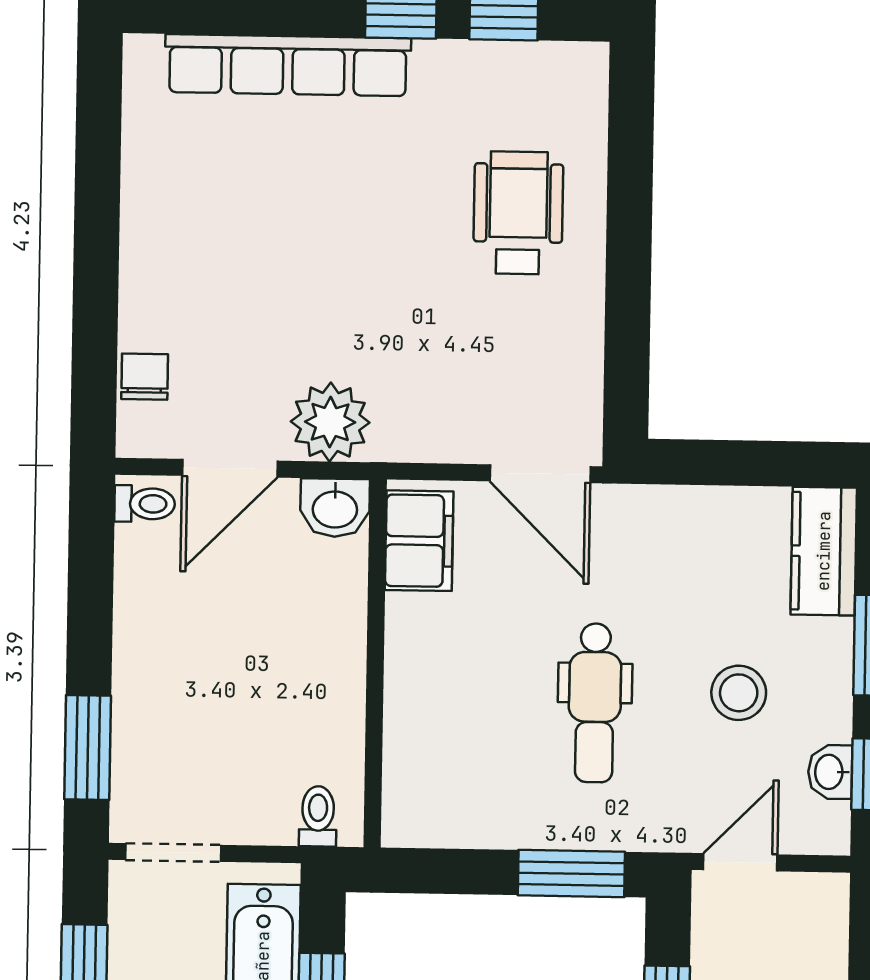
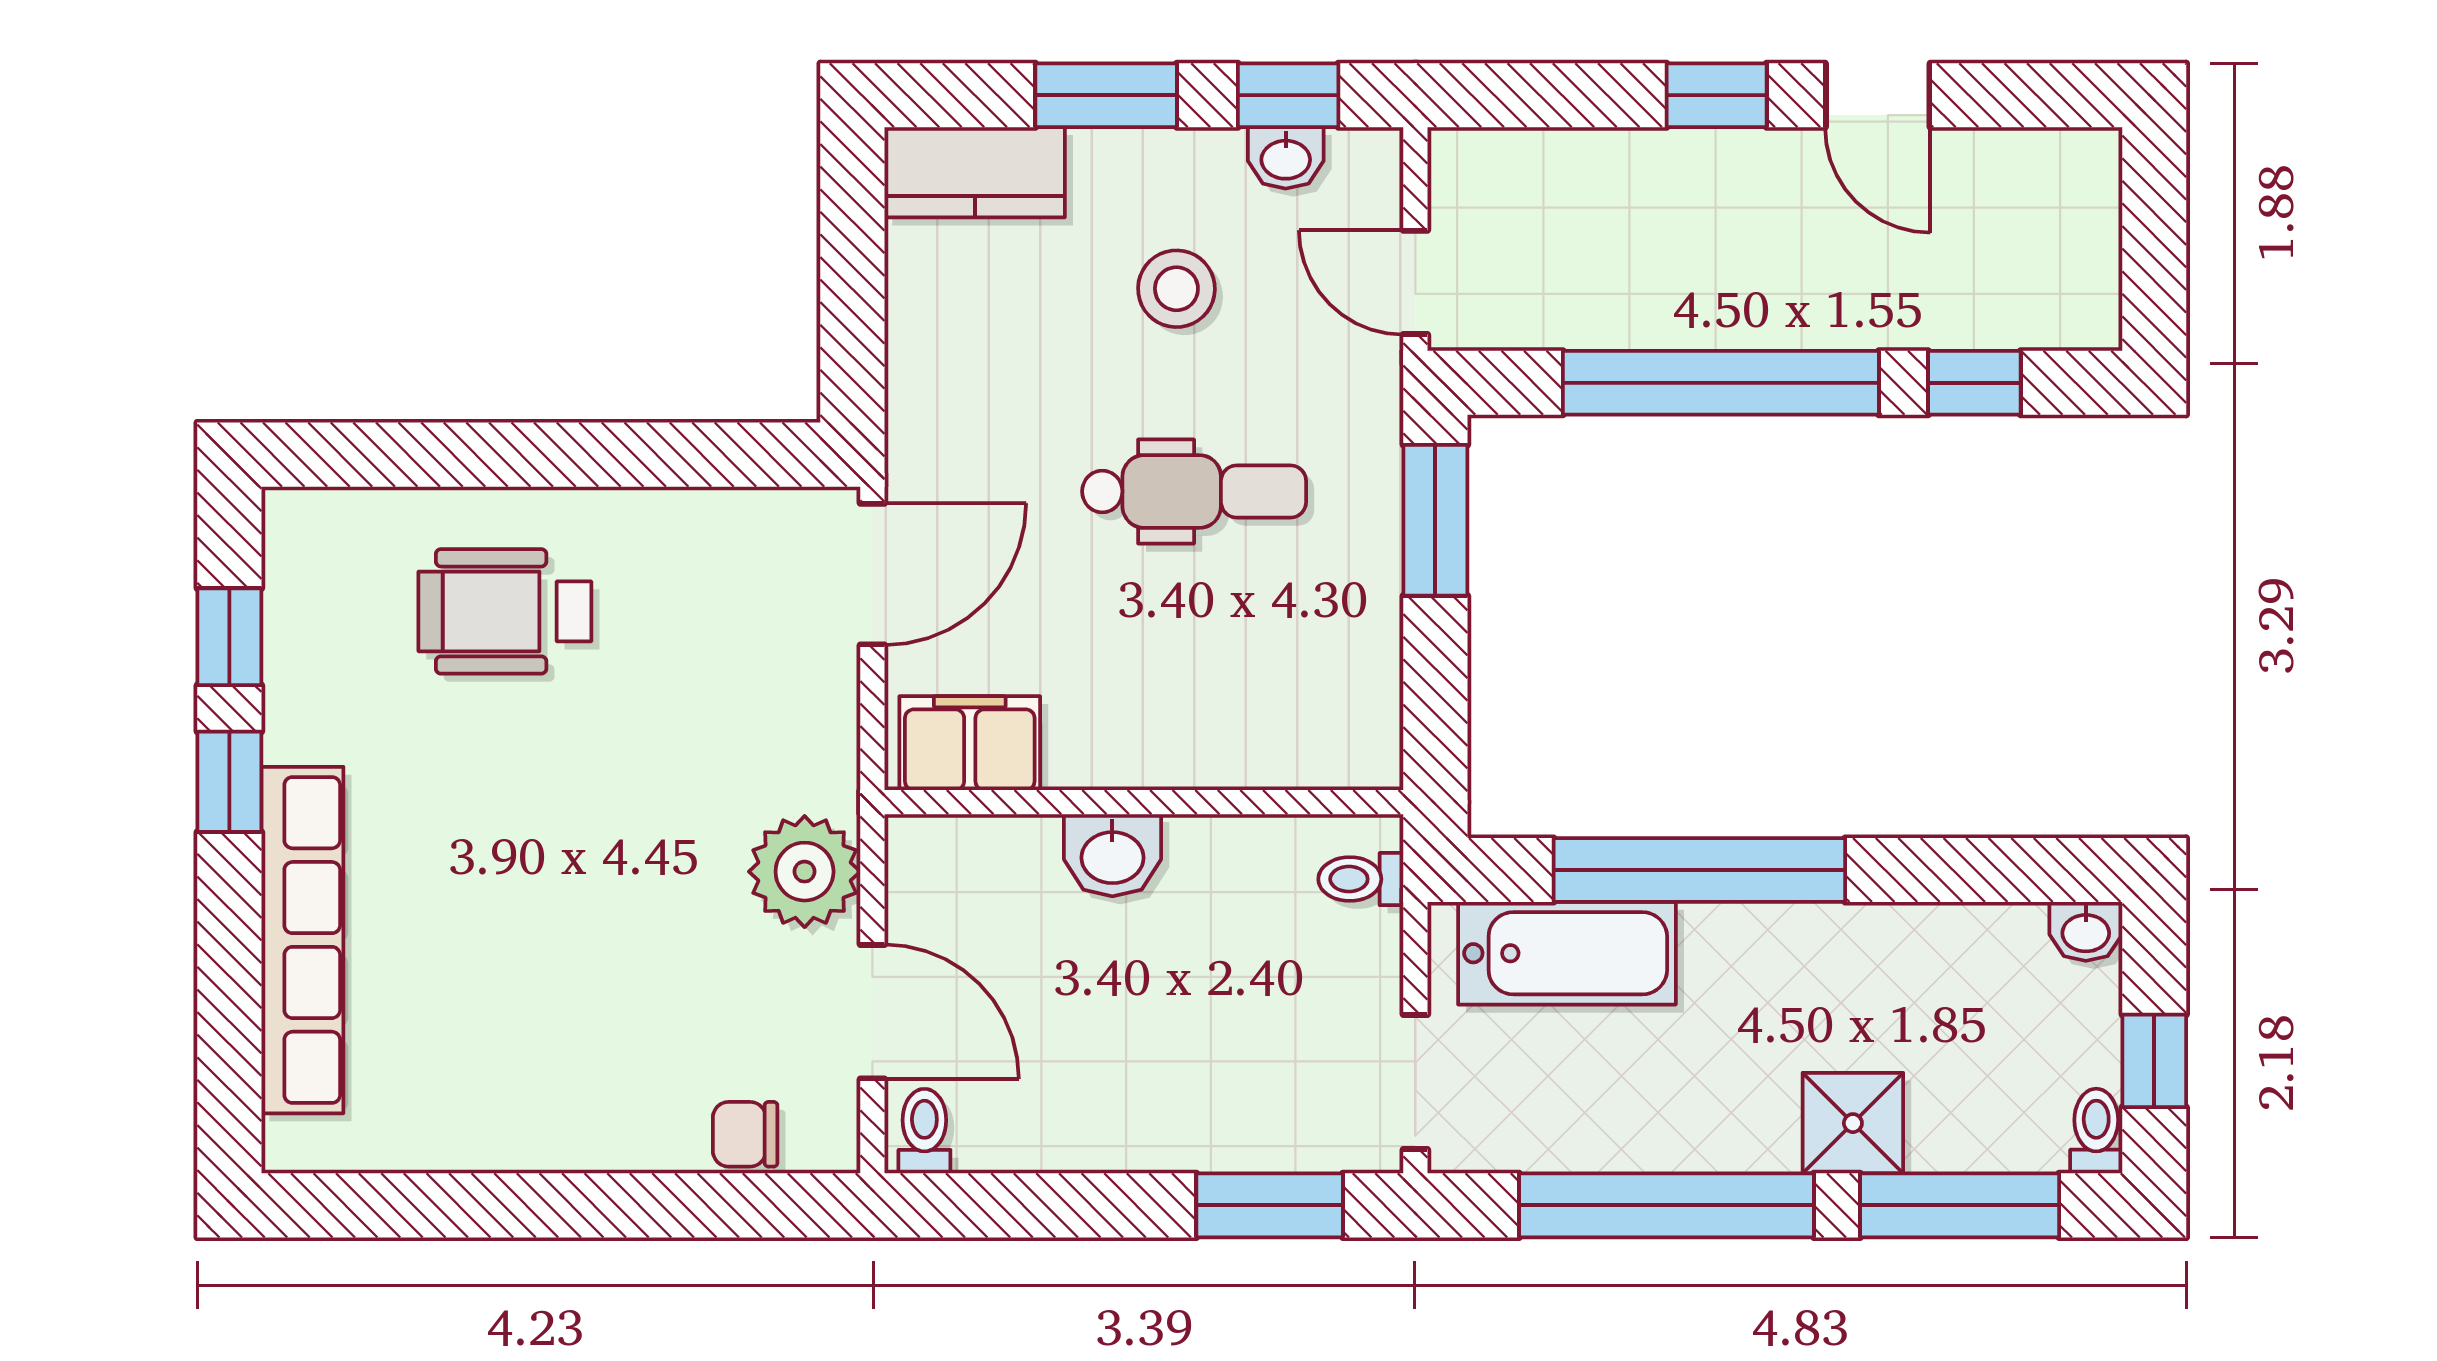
washbasin: (335, 508) -> (1112, 855), moved, turned 90

